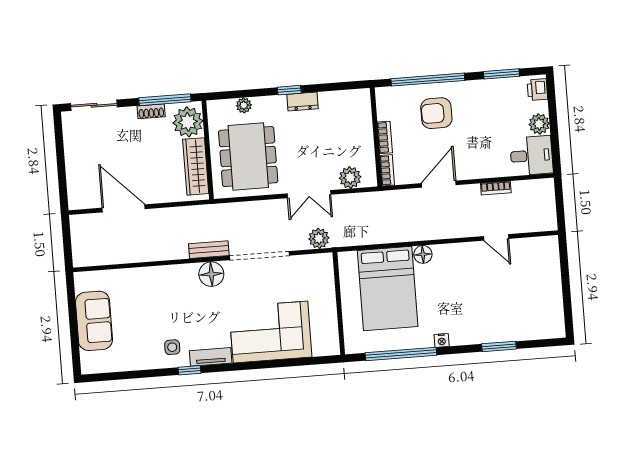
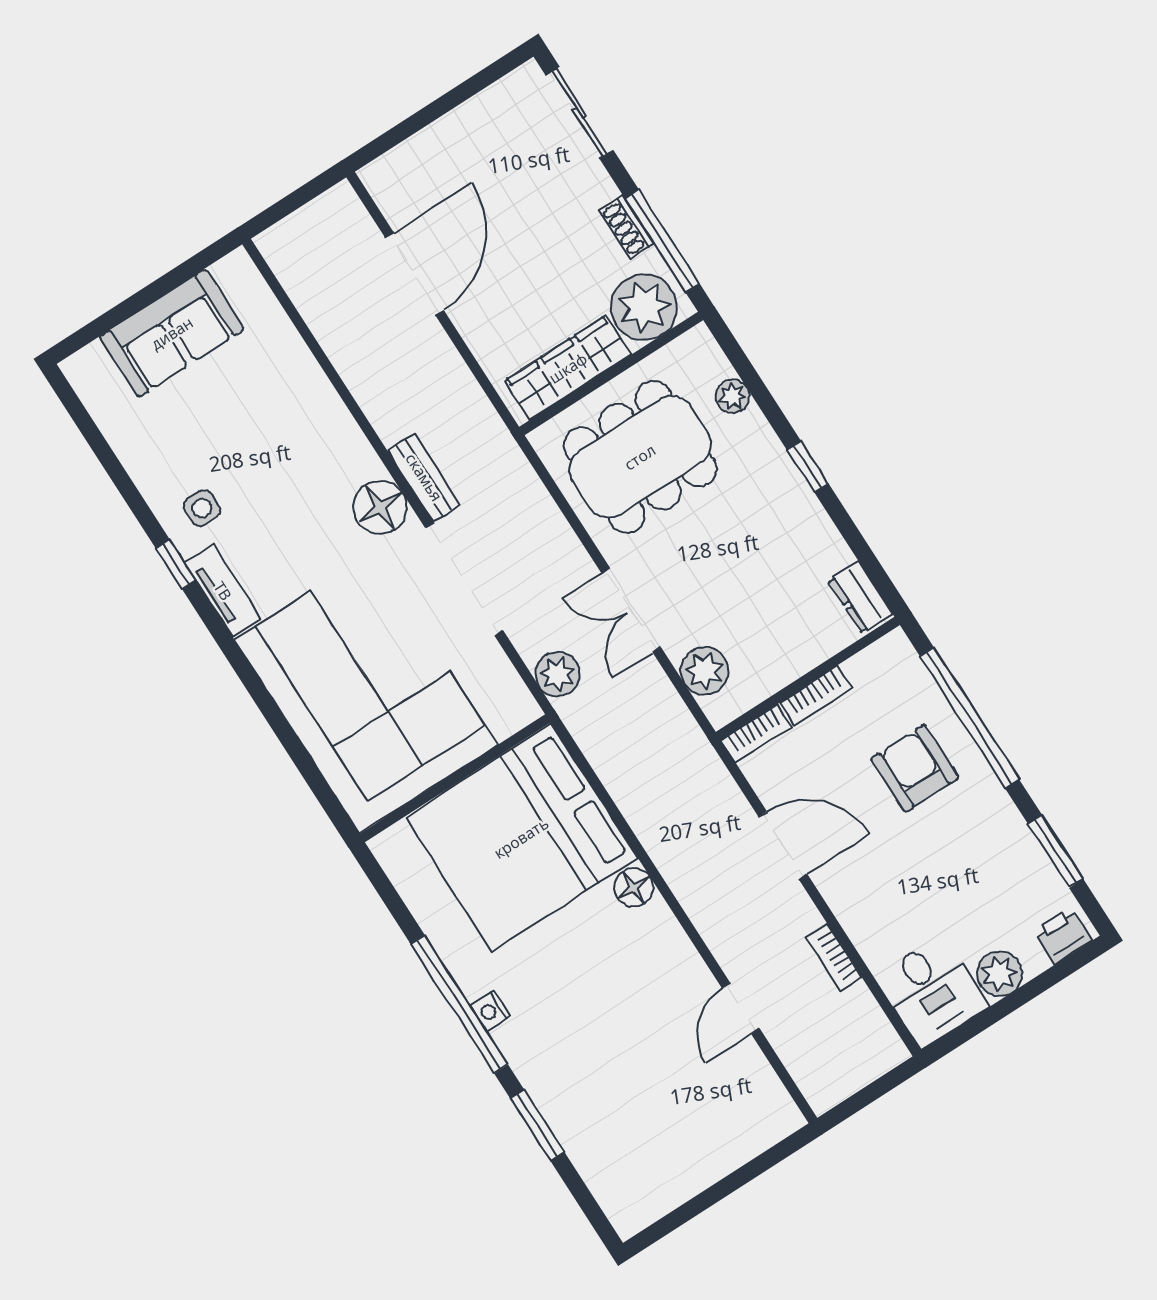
dresser: (303, 102) -> (860, 597), moved
bed: (388, 289) -> (521, 838), width x1.36
corner sofa: (270, 332) -> (366, 692), width x1.36, depth x1.36
window: (401, 354) -> (459, 1004), moved

